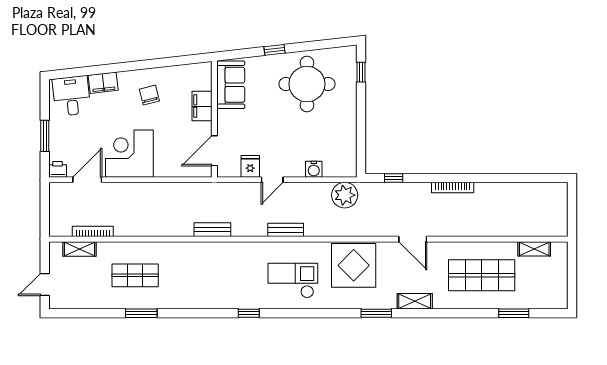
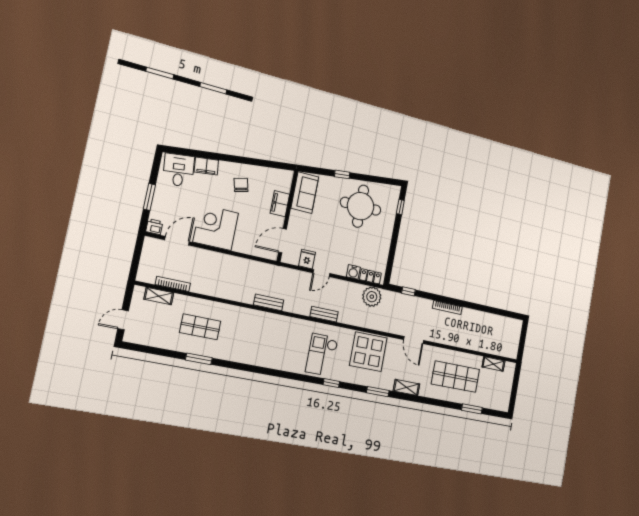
locker: (338, 170) -> (370, 276), added
checkout: (293, 281) -> (322, 355), turned -90
window: (249, 313) -> (331, 383), moved

